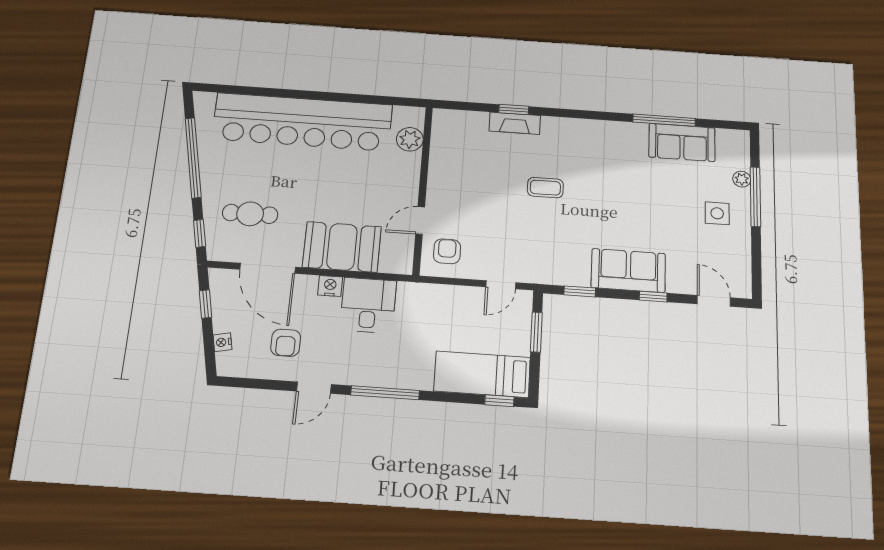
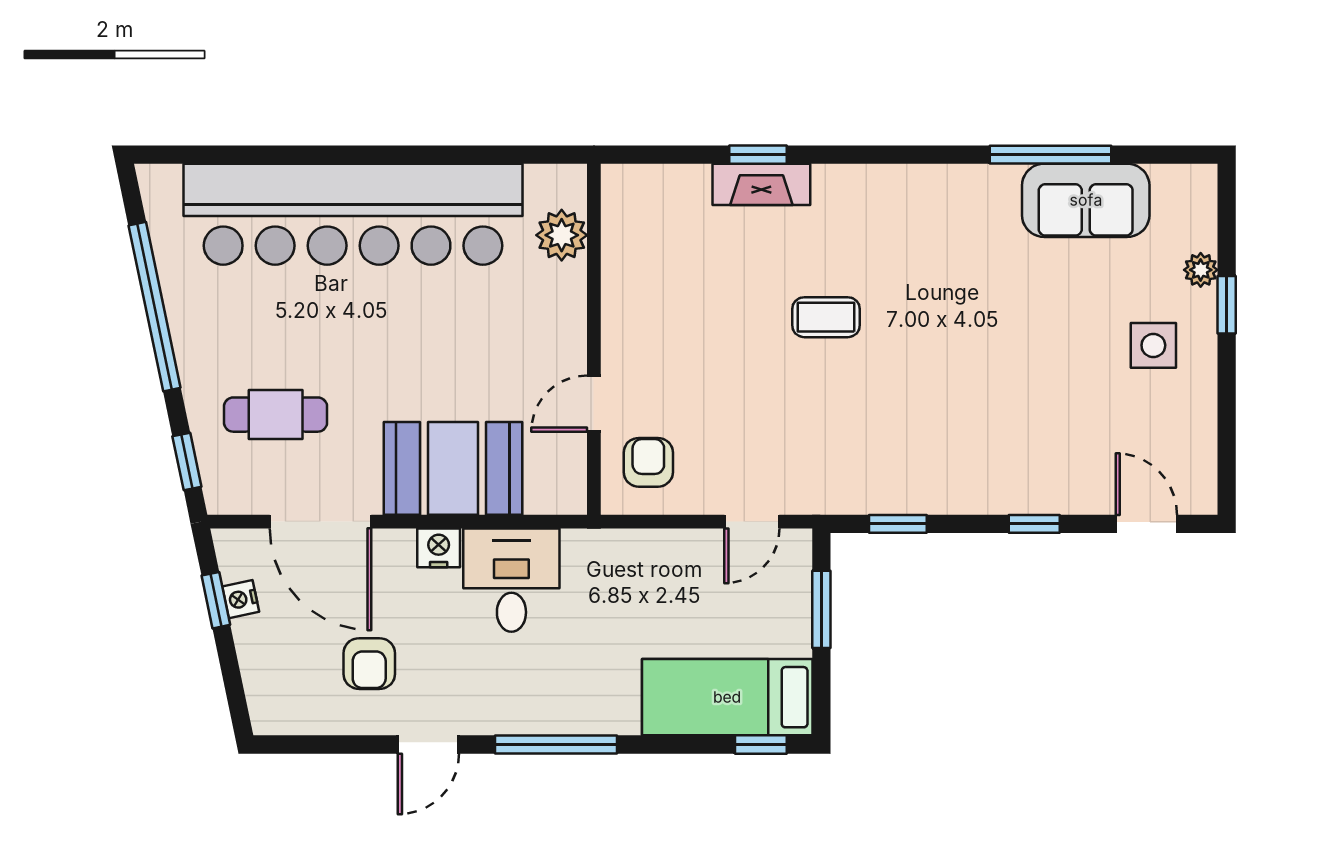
window: (755, 197) -> (1227, 305), width x0.46
sofa: (628, 270) -> (987, 475), removed
nightstand: (222, 342) -> (241, 599), moved

